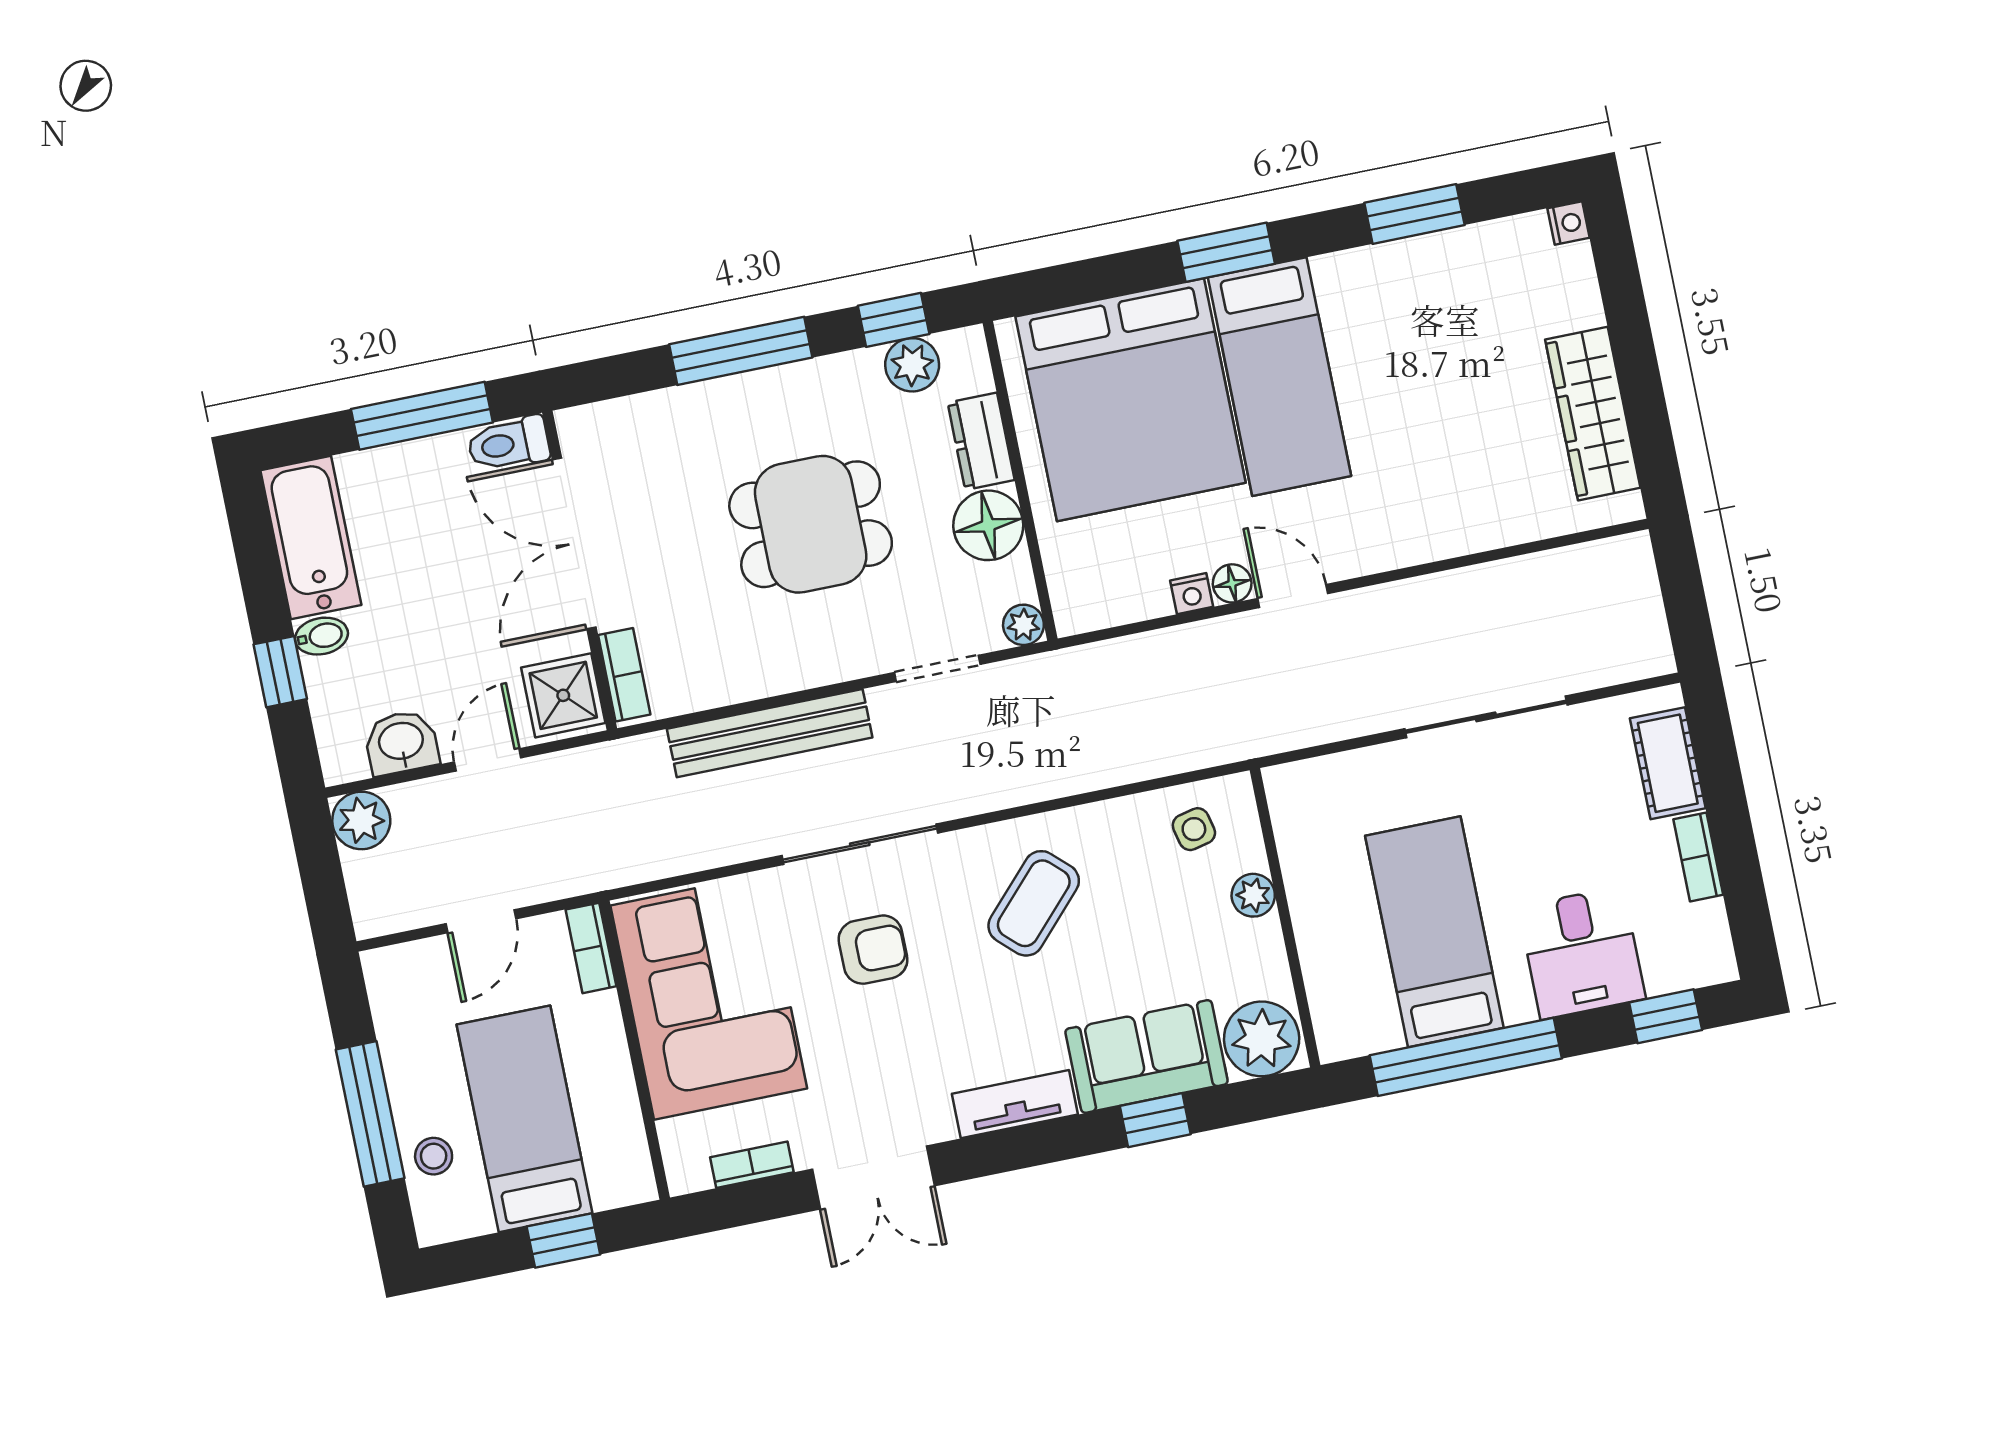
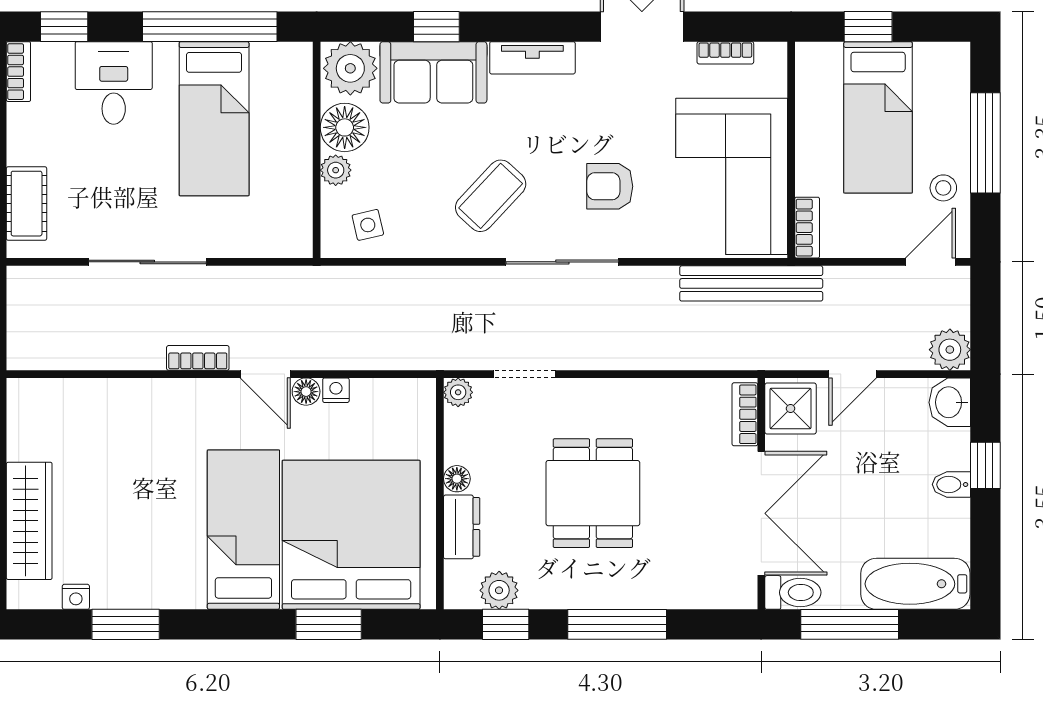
nightstand: (1568, 223) -> (76, 597), moved, turned -90
window: (1226, 252) -> (329, 624), moved
wardrobe: (1593, 414) -> (29, 521), moved
dining table: (811, 524) -> (593, 493), turned 90
floor lamp: (988, 525) -> (457, 479), width x0.53, depth x0.53
bathtub: (311, 538) -> (915, 584), moved, turned 90
bookcase: (1390, 599) -> (198, 358), added
bench: (770, 733) -> (751, 283), moved
washbasin: (401, 743) -> (950, 402), moved, turned 90
sliding door: (860, 844) -> (562, 262), moved
bookcase: (1698, 857) -> (18, 72), moved
door: (481, 921) -> (930, 262), moved
floor lamp: (1253, 956) -> (345, 127), added
stool: (434, 1156) -> (943, 188), moved

